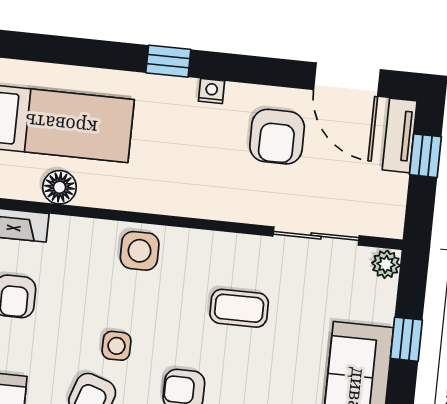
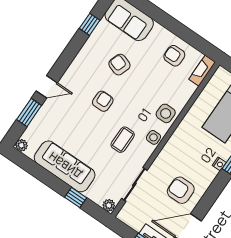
nightstand: (211, 91) -> (219, 164), moved
floor lamp: (59, 187) -> (207, 96), removed
side table: (117, 346) -> (153, 137), moved

